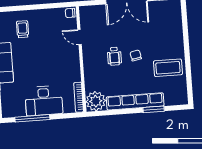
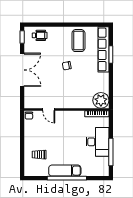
door: (80, 37) -> (49, 109), hinge flipped
wheelchair: (114, 56) -> (40, 35), moved
row of seats: (135, 101) -> (103, 49), moved

